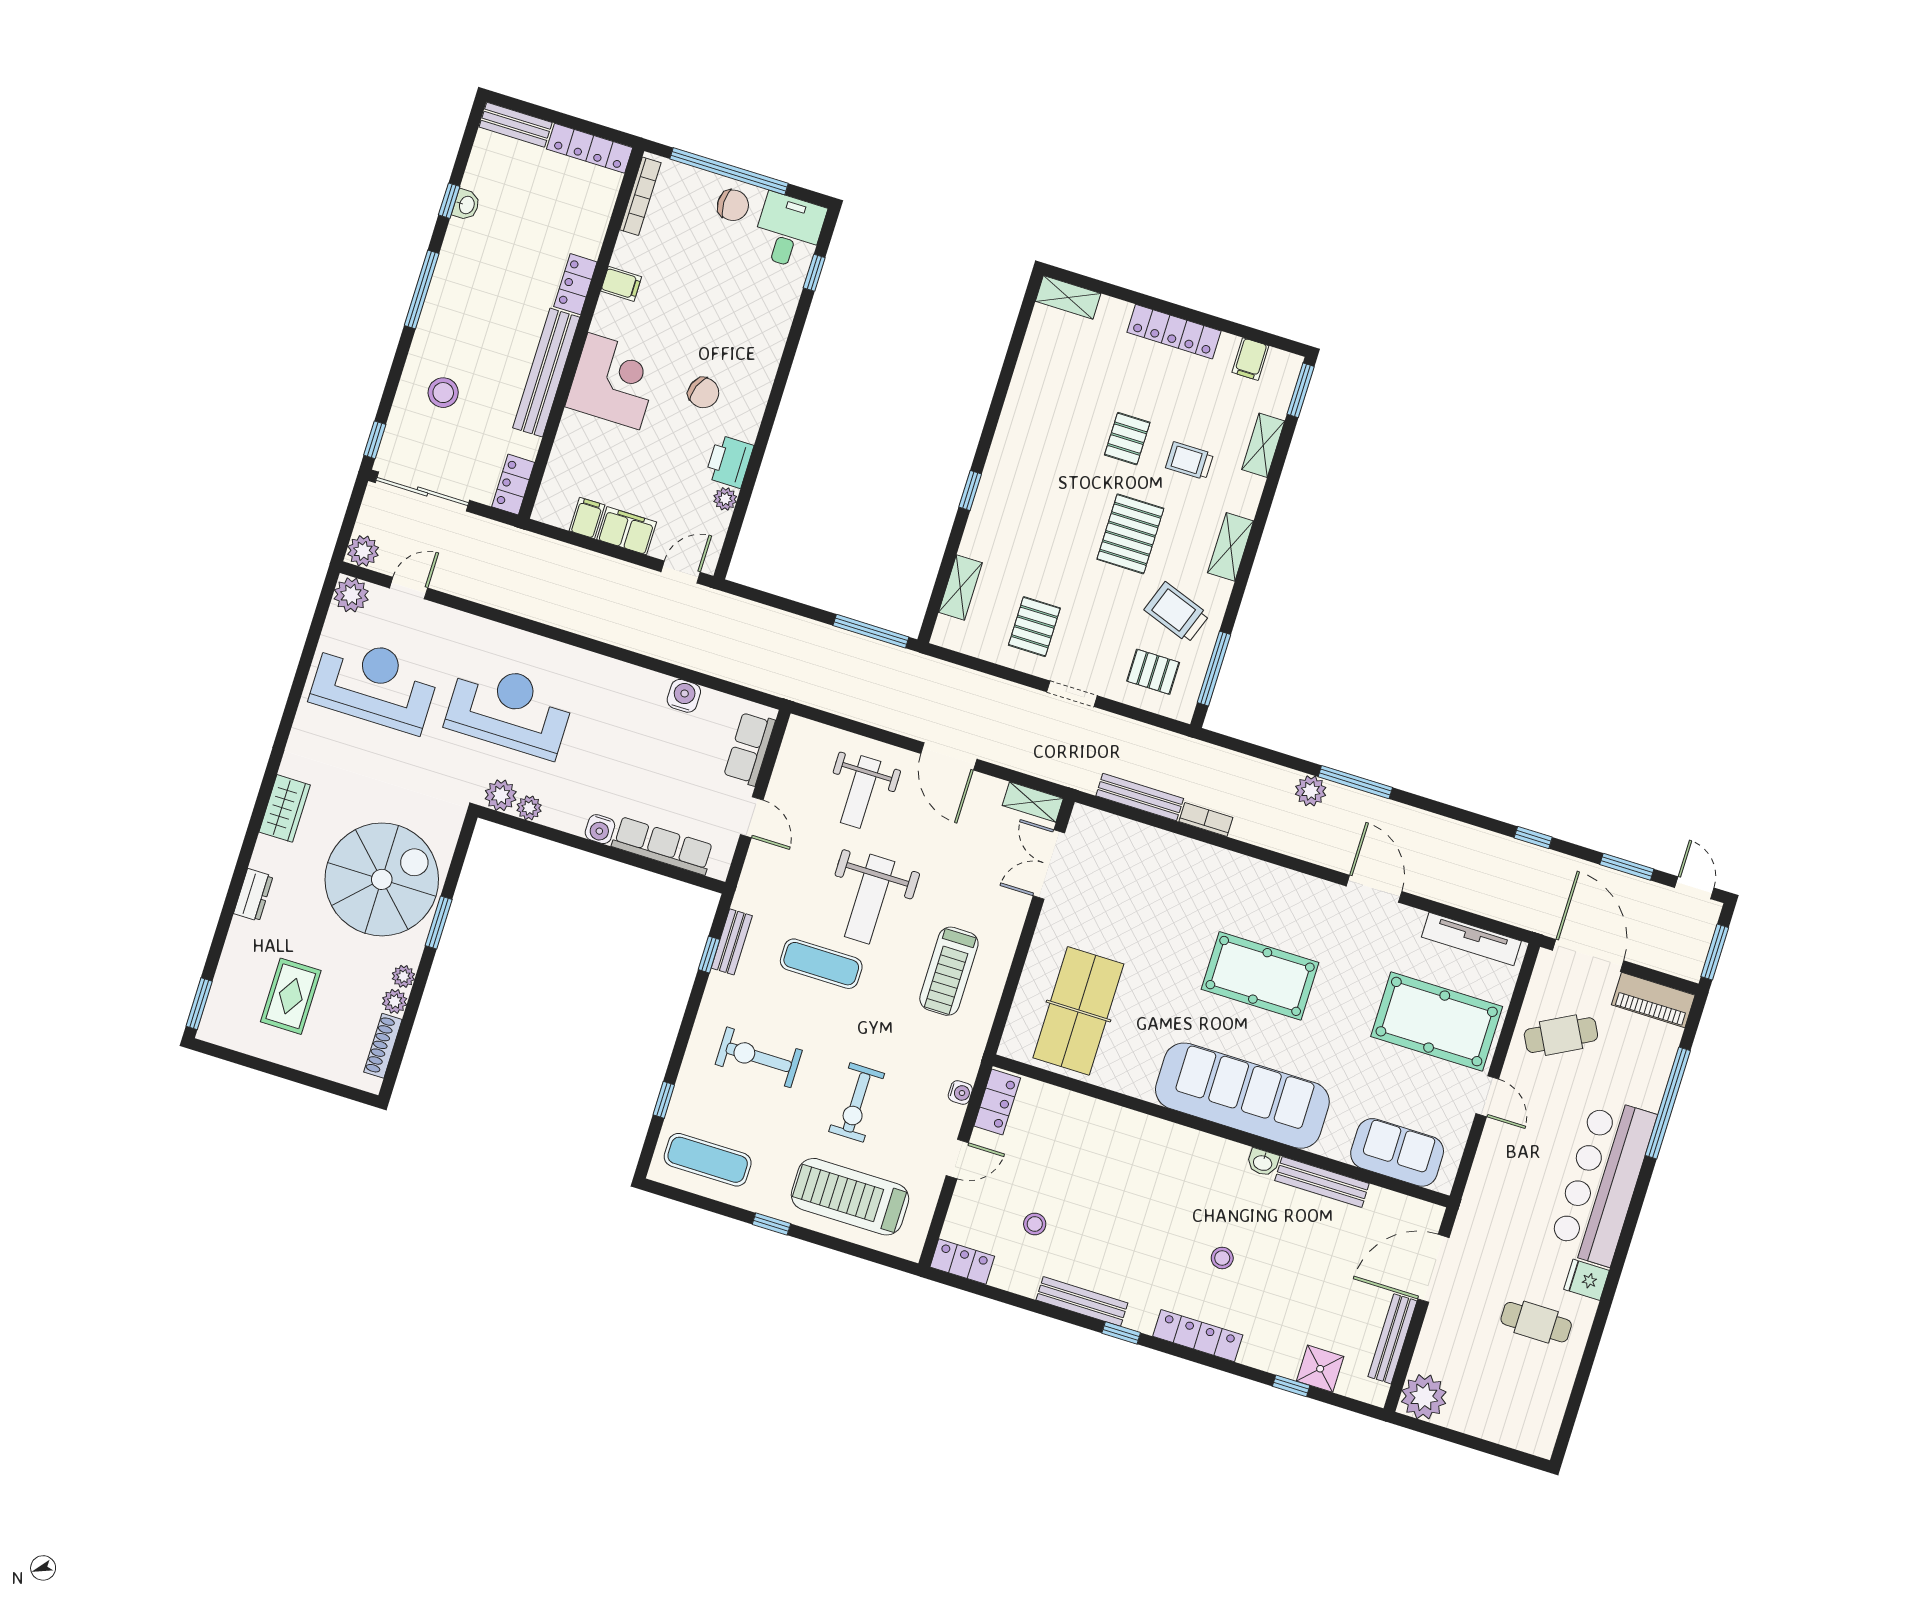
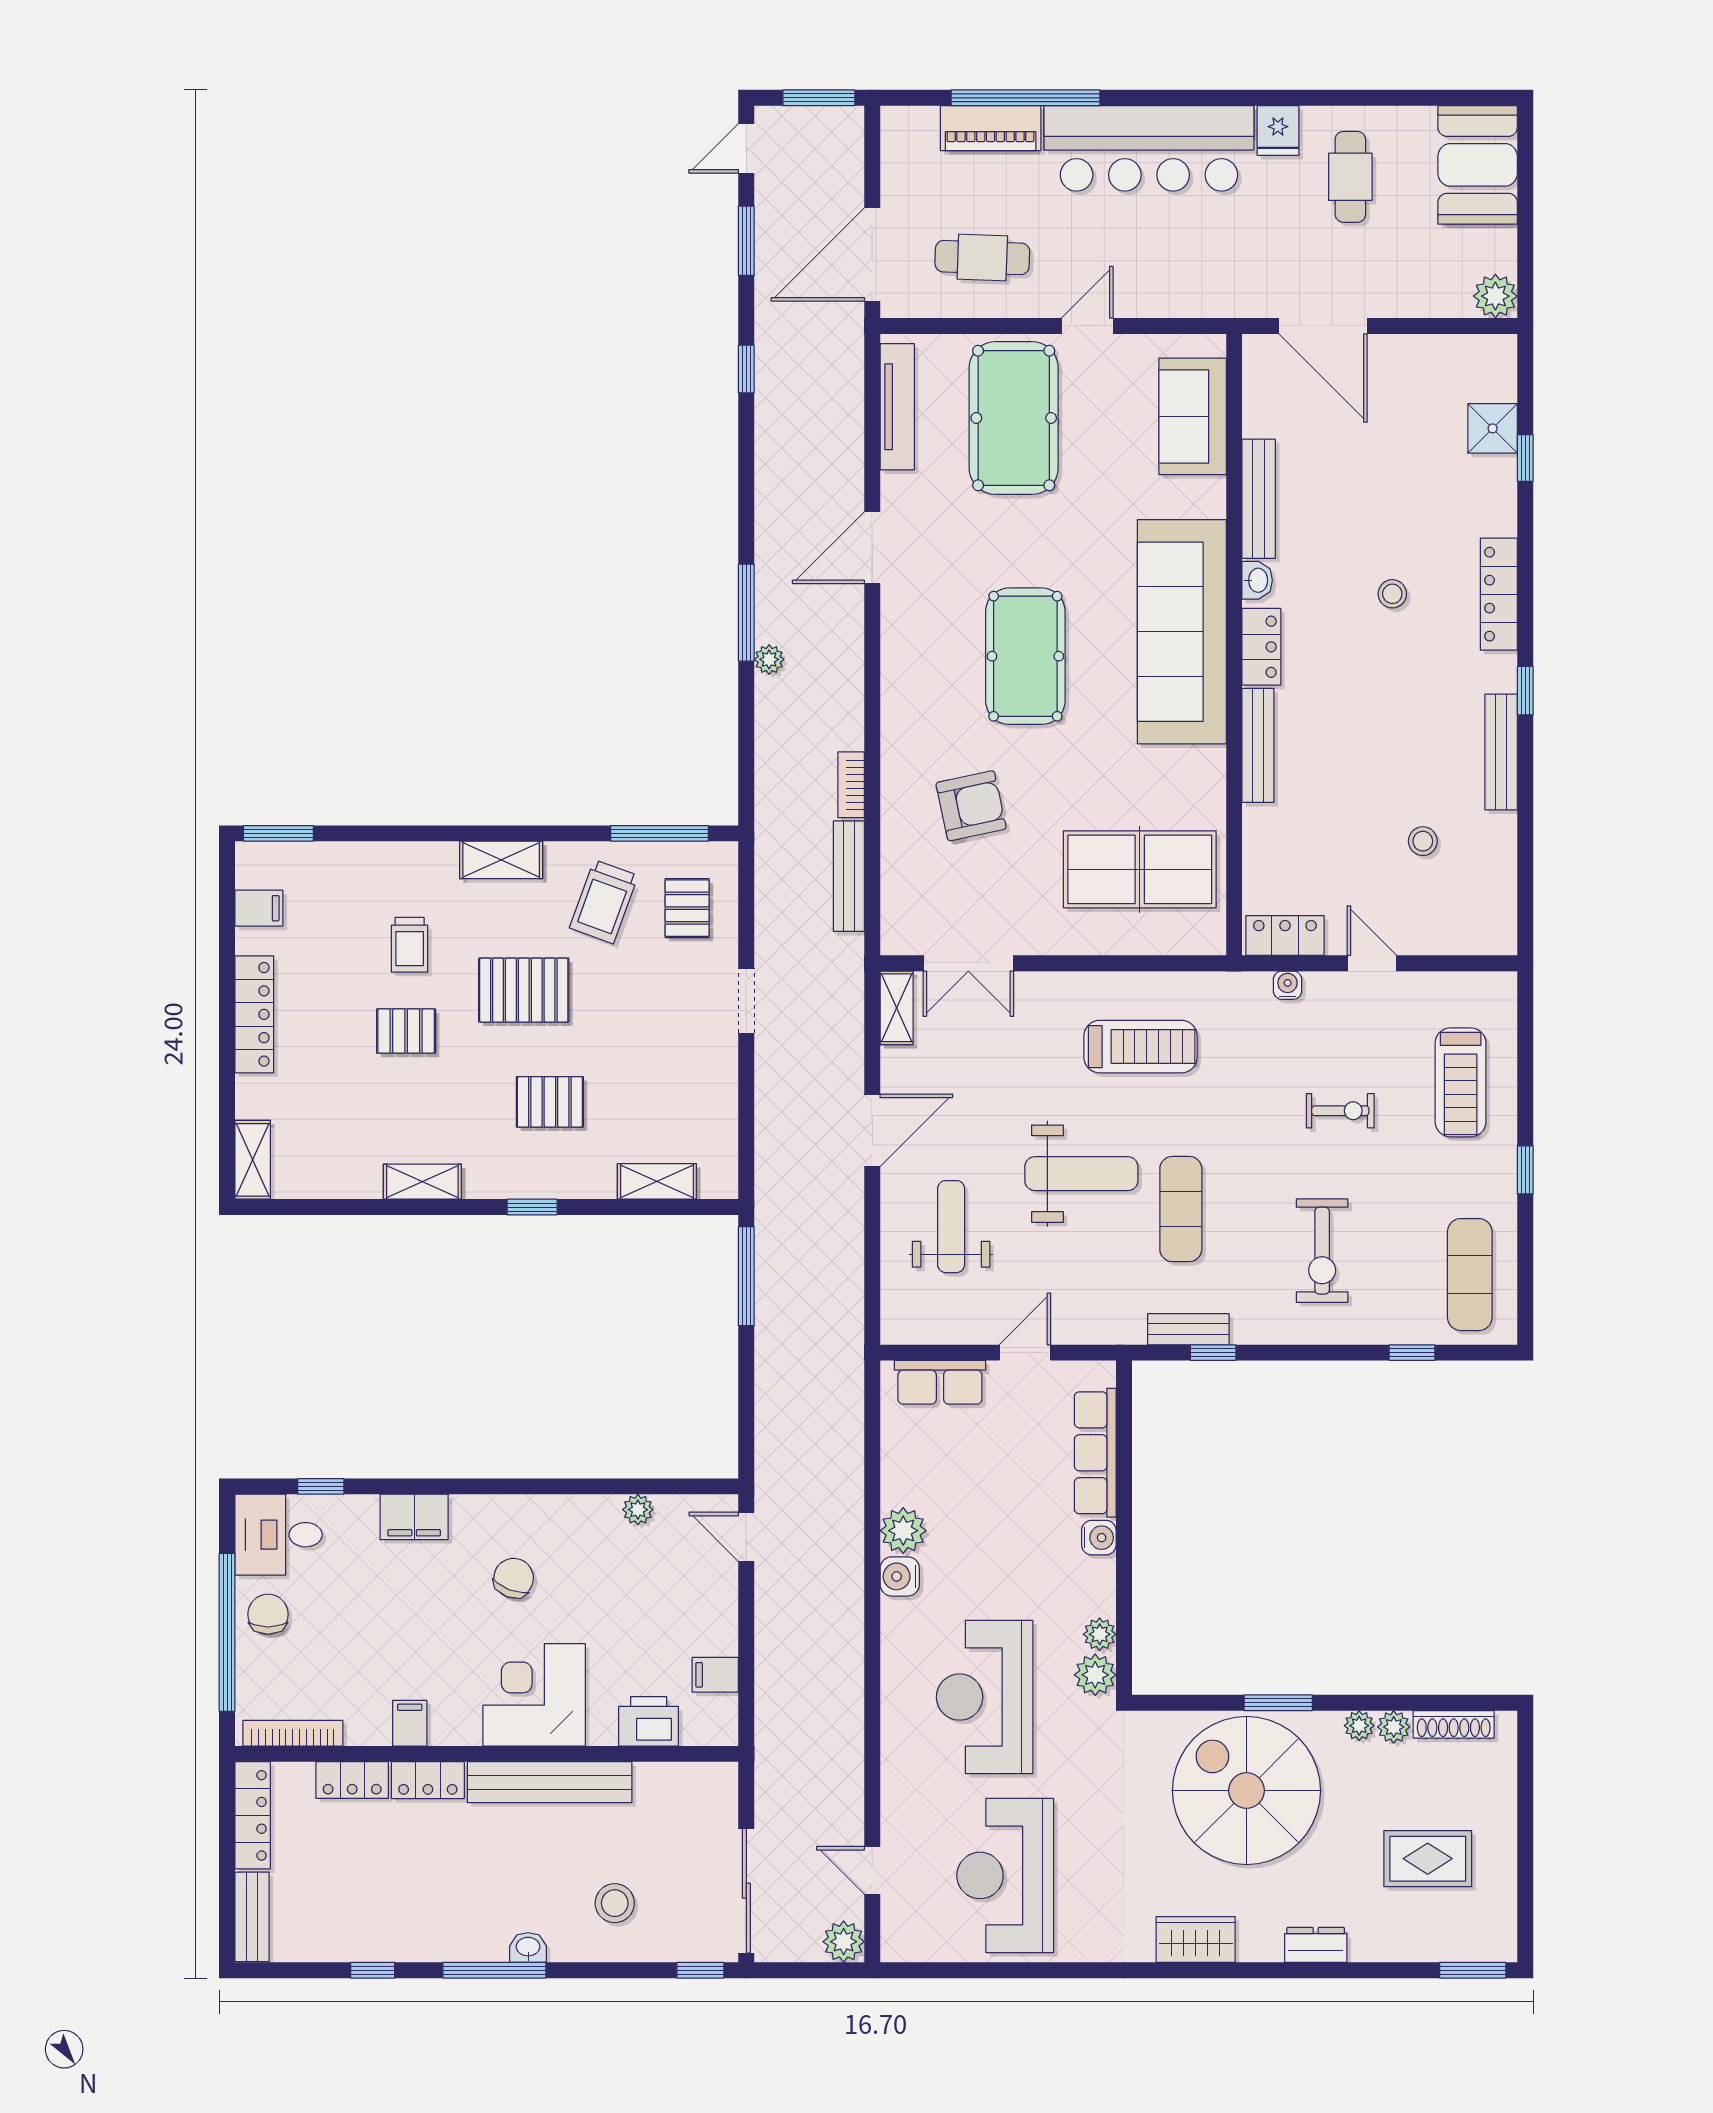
washbasin: (466, 205) -> (528, 1947), moved
shelving: (1263, 445) -> (422, 1182), moved
printer: (729, 461) -> (649, 1721), moved, turned 180
locker: (513, 485) -> (352, 1780), moved
filing cabinet: (627, 531) -> (414, 1517), moved, turned -90
plant: (351, 595) -> (903, 1531), moved
pallet: (1034, 627) -> (550, 1102), moved
water cooler: (684, 696) -> (900, 1576), moved
plant: (1311, 791) -> (769, 659), width x0.73, depth x0.73
weight bench: (861, 792) -> (951, 1227), turned -90
armchair: (1163, 902) -> (971, 806), added
piano: (1653, 1000) -> (991, 128), moved, turned 90
cafe table: (1561, 1035) -> (982, 258), turned -60
exercise bike: (857, 1102) -> (1340, 1111), width x0.73, depth x0.72
treadmill: (850, 1197) -> (1461, 1082), width x0.73, depth x0.73
locker: (962, 1262) -> (1261, 647), moved, turned 180
bench: (1392, 1339) -> (1258, 745), moved, turned 90
plant: (1424, 1397) -> (1495, 296), width x0.73, depth x0.73
booth: (1516, 1418) -> (1478, 165), added

